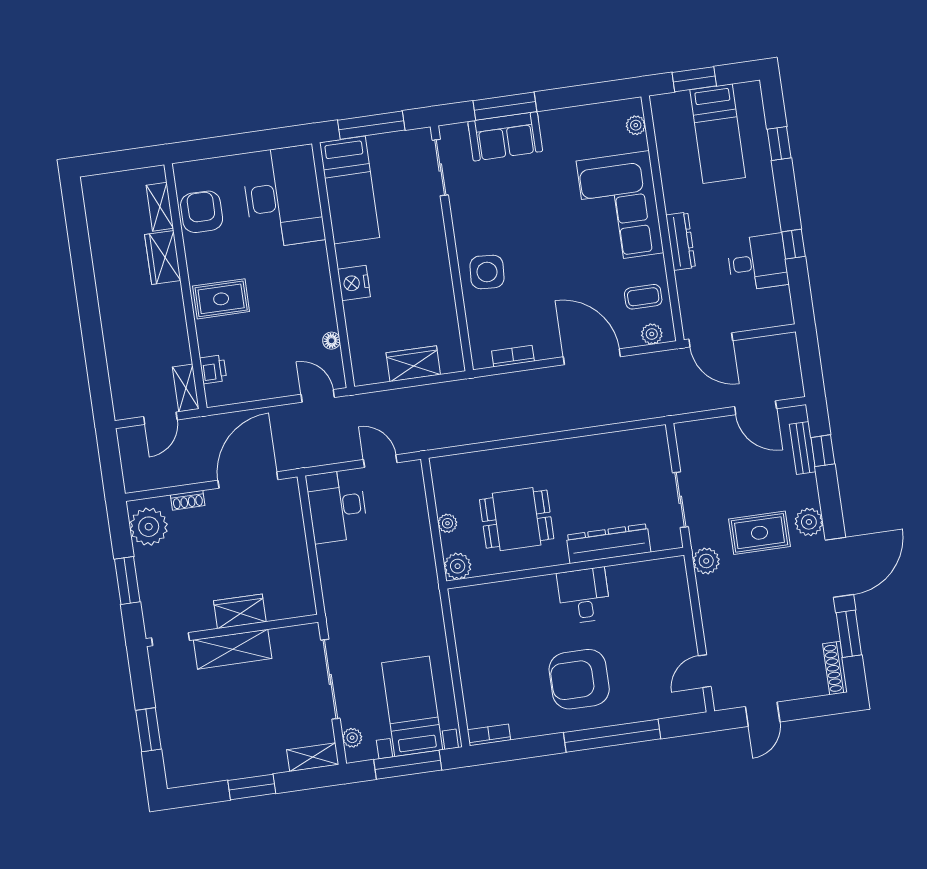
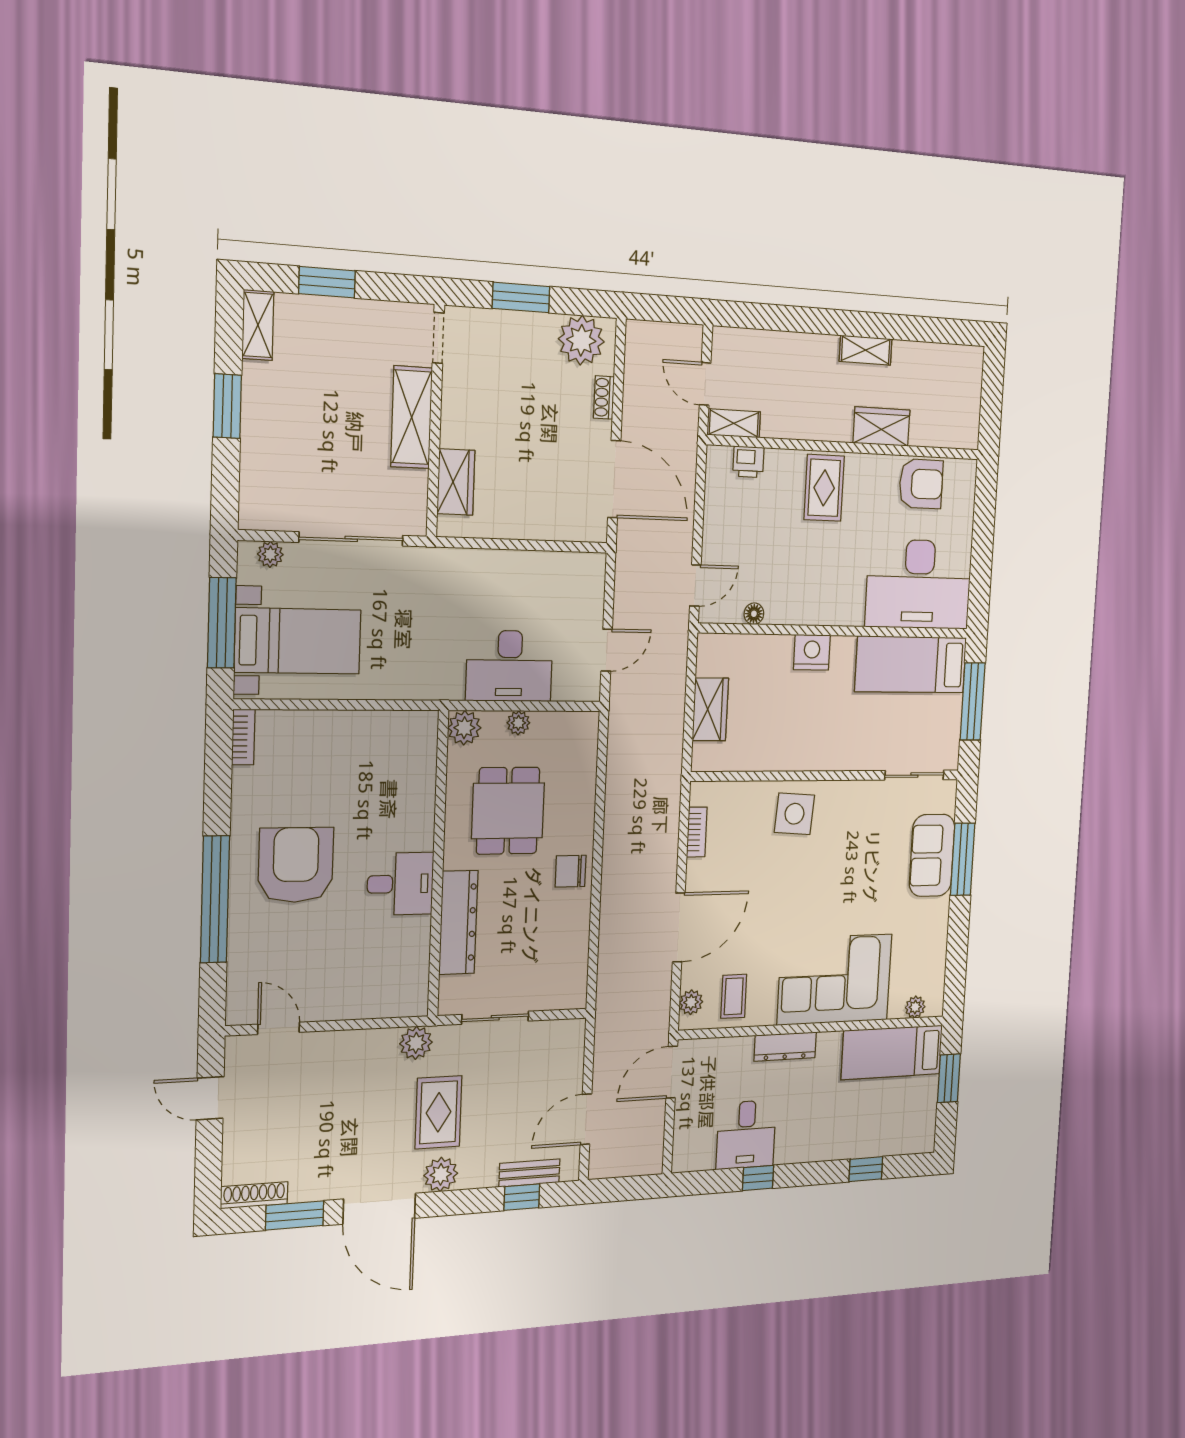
bed: (718, 134) -> (892, 1052), moved
shelving: (160, 207) -> (866, 350), moved
chair: (558, 458) -> (571, 871), added
desk: (337, 506) -> (509, 666), moved, turned 180
wardrobe: (240, 611) -> (456, 482), moved
shelving: (313, 757) -> (258, 325), moved

